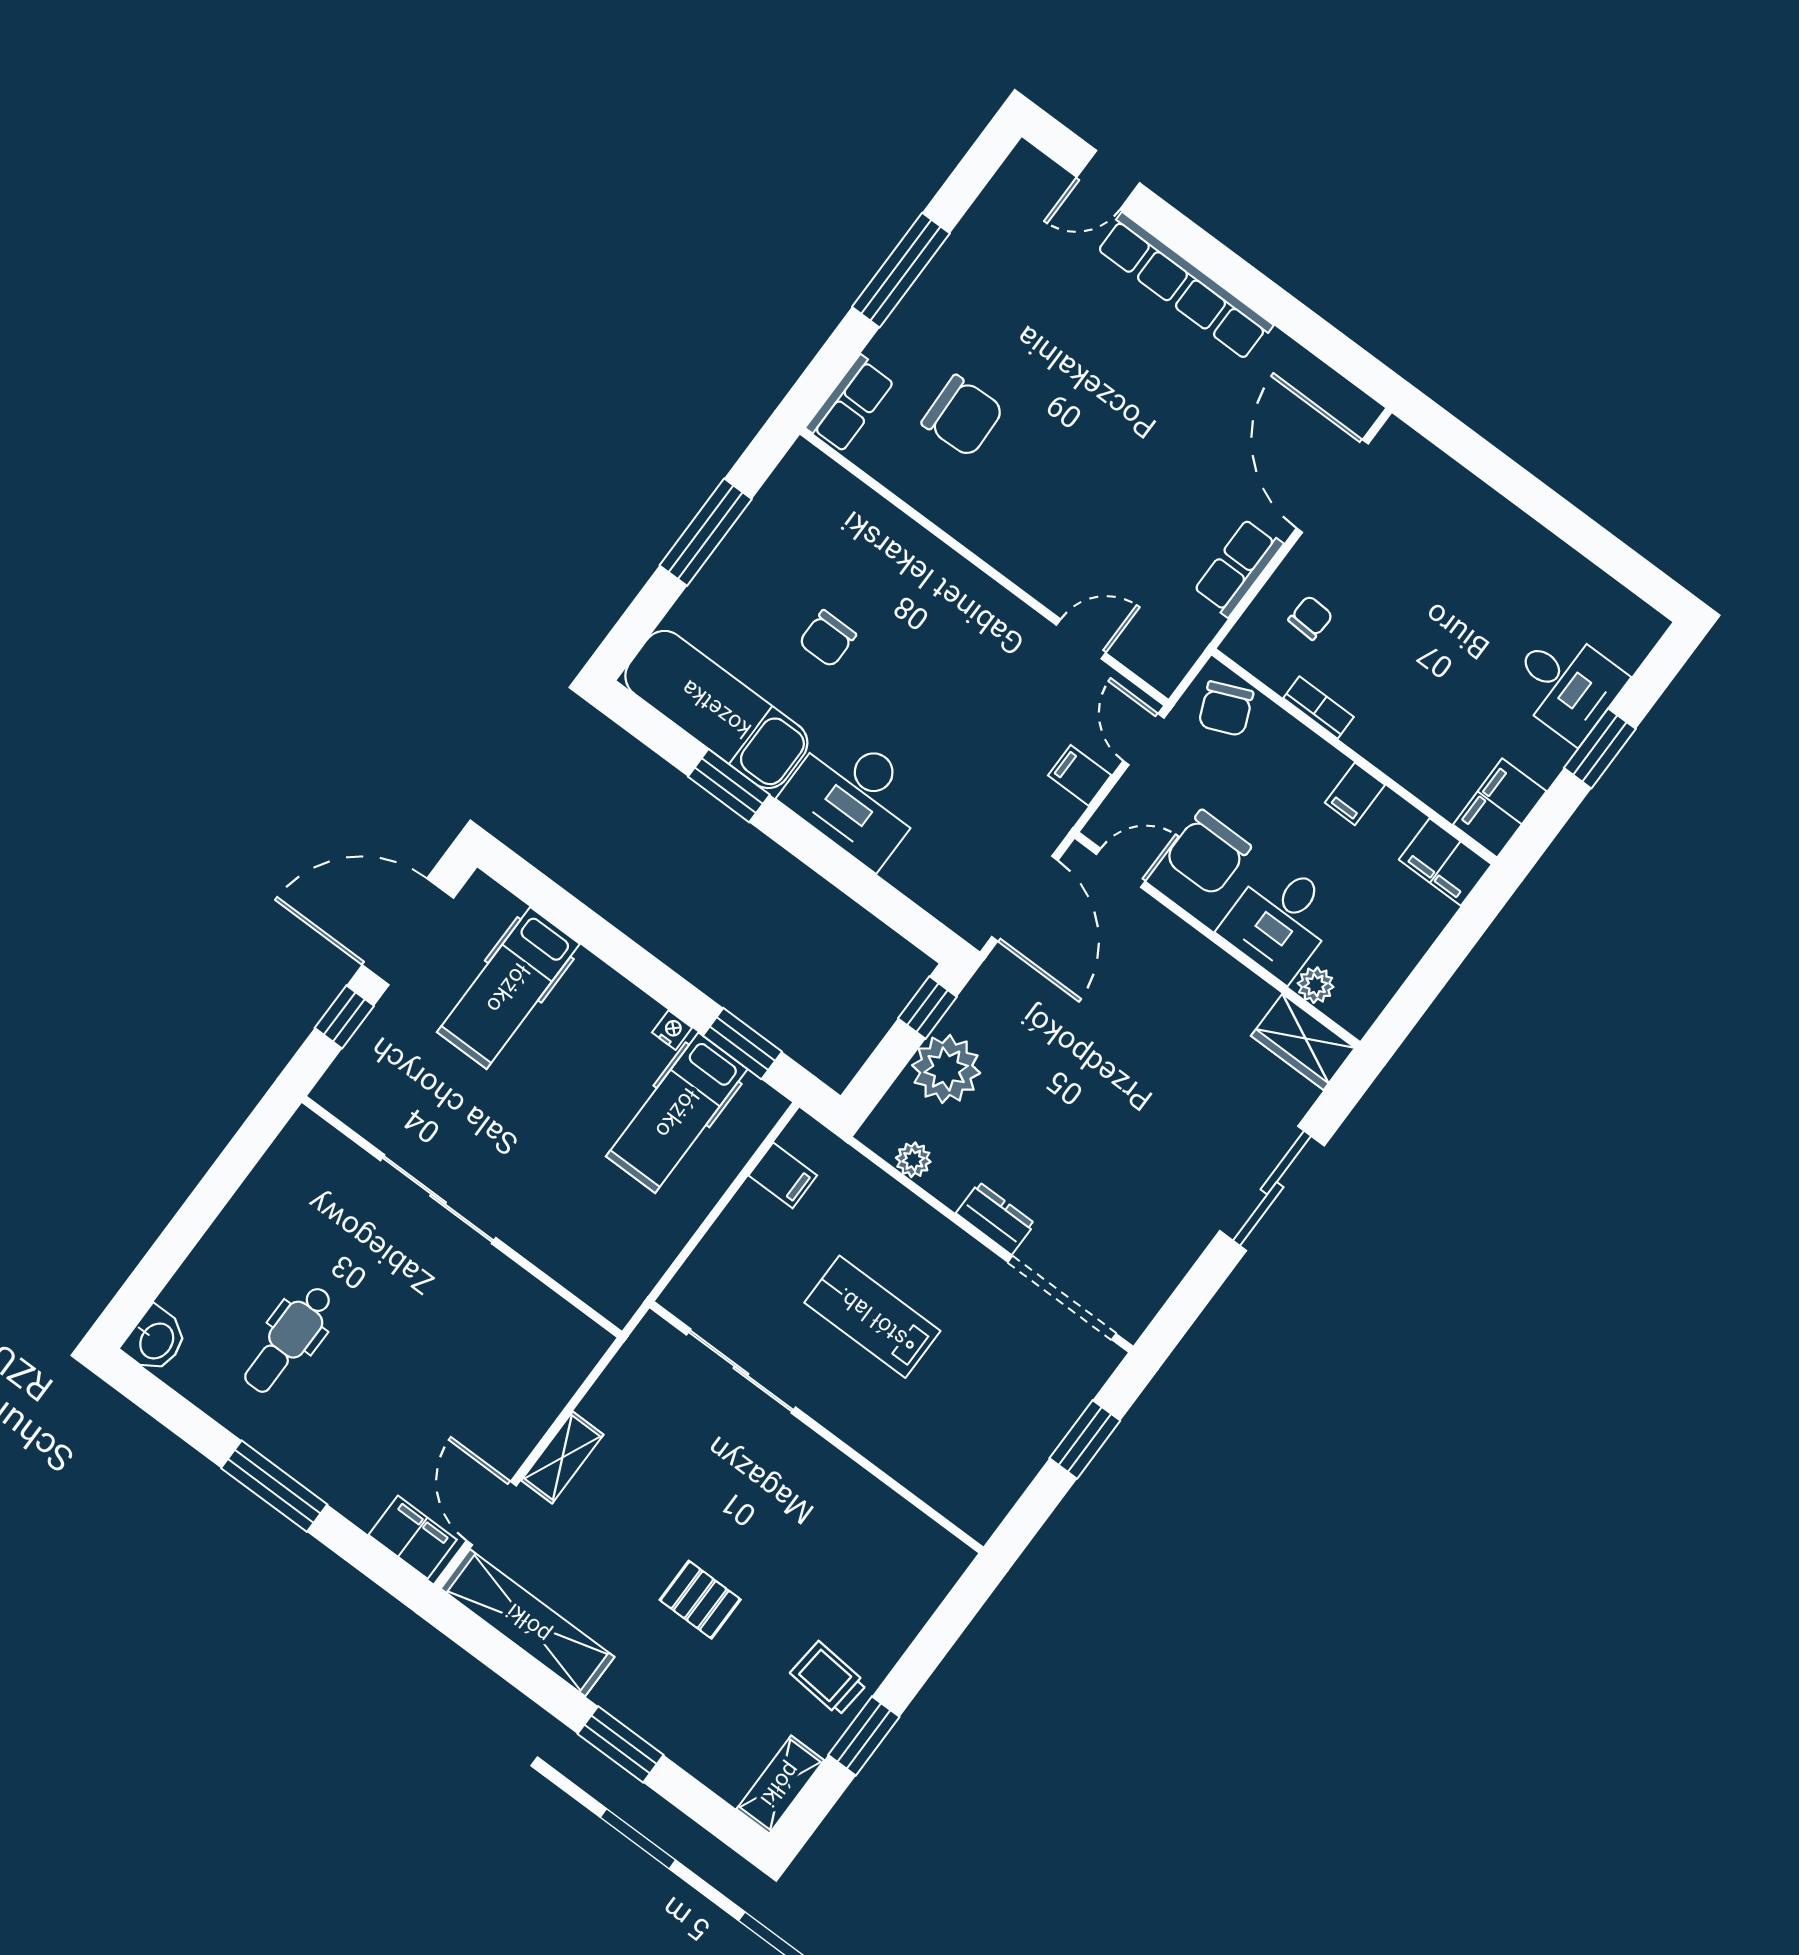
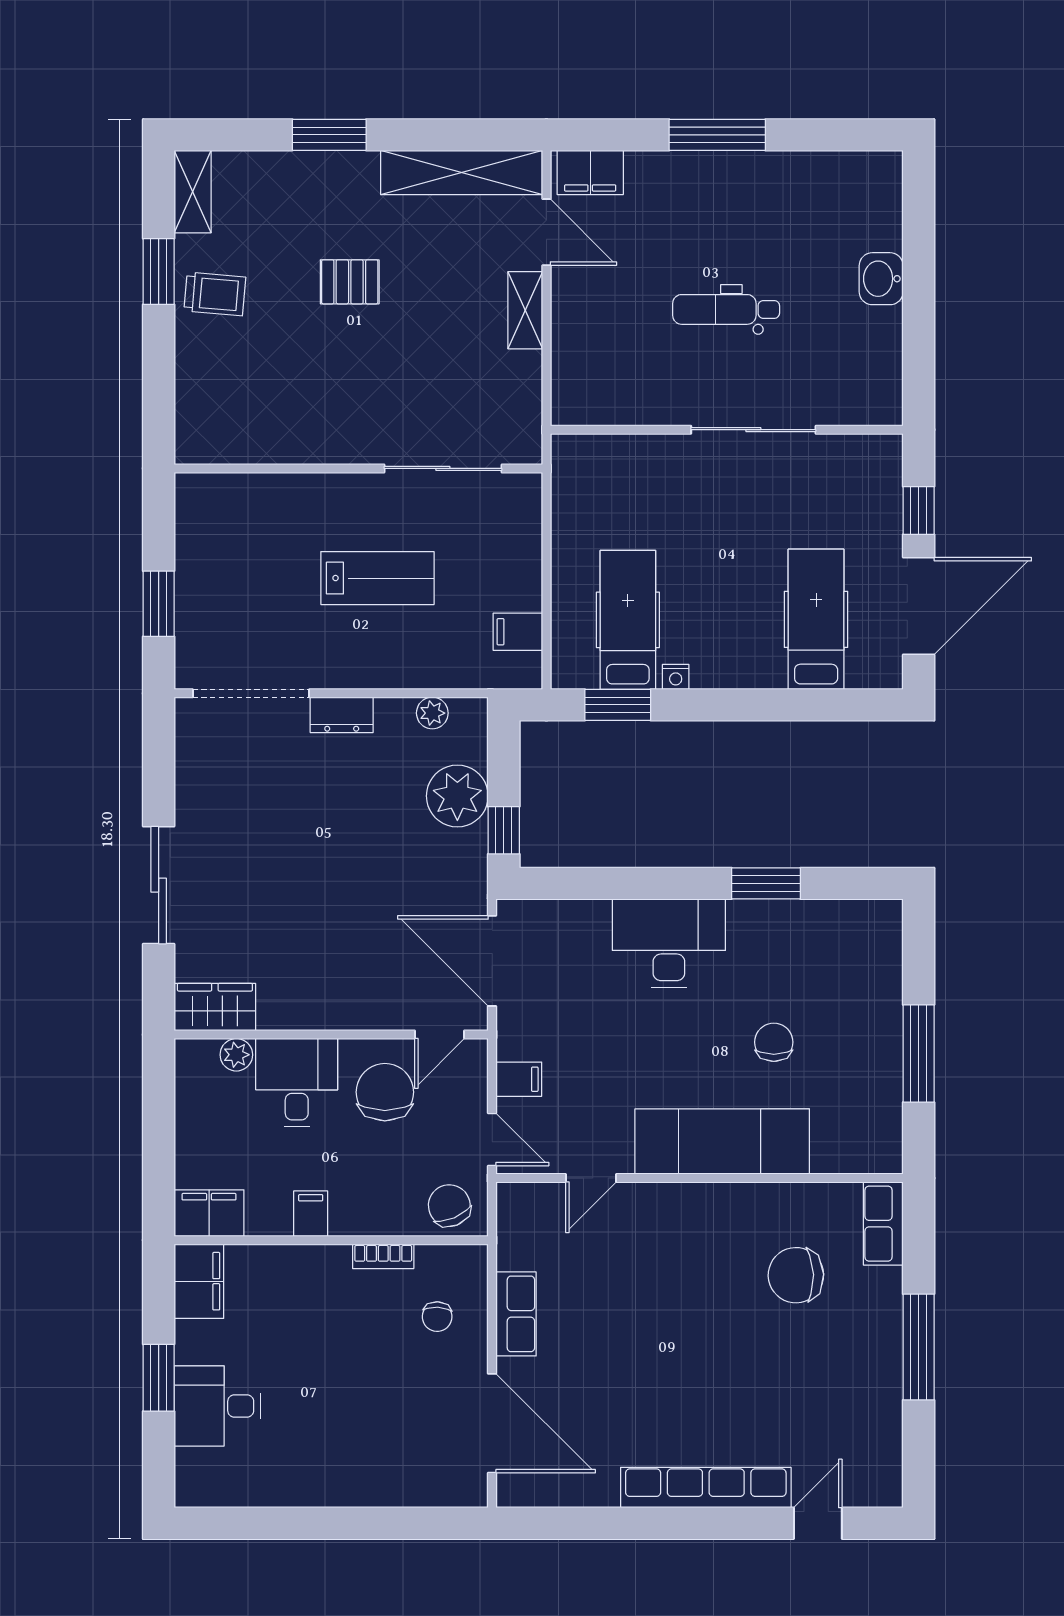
exam couch: (716, 709) -> (722, 1142), moved, turned 180
dental chair: (289, 1339) -> (726, 309), moved, turned -90
washbasin: (156, 1340) -> (881, 279), moved

